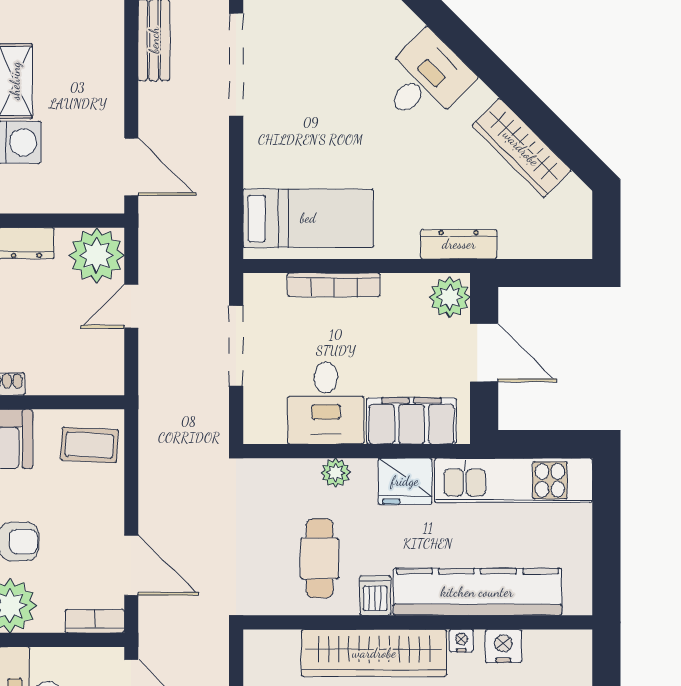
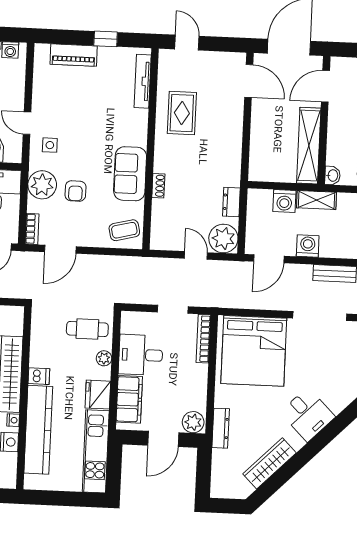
washing machine: (104, 94) -> (308, 246), added
bed: (308, 218) -> (254, 351), width x2.04
bookcase: (334, 285) -> (203, 339), moved
doorway: (236, 346) -> (173, 309), width x0.73
coffee table: (89, 445) -> (124, 230), turned 73
cafe table: (320, 558) -> (87, 329), moved

